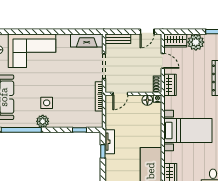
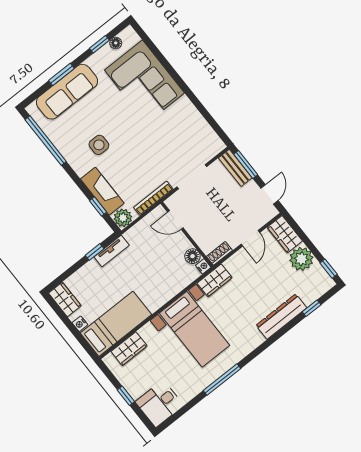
window: (121, 32) -> (246, 164), added
door: (147, 32) -> (269, 194), swing flipped
fireplace: (87, 41) -> (102, 191), moved, turned 180
wardrobe: (170, 85) -> (215, 280), moved
plant: (43, 121) -> (123, 218), moved

